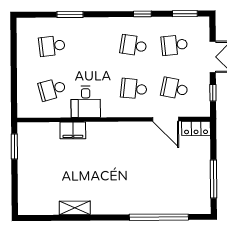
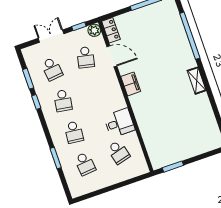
window: (185, 14) -> (28, 79), moved
school desk: (134, 89) -> (74, 132), moved
plant: (202, 109) -> (94, 30), added
door: (166, 119) -> (112, 56), hinge flipped
filing cabinet: (73, 130) -> (131, 84), moved
shelving: (75, 208) -> (197, 81), moved

